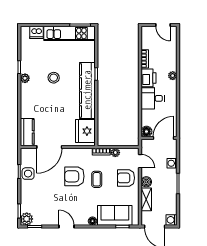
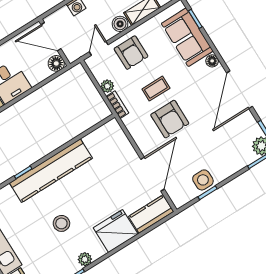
fridge: (85, 131) -> (116, 231), moved, turned 180
door: (49, 147) -> (153, 174), hinge flipped
door: (66, 226) -> (239, 90), width x1.87

